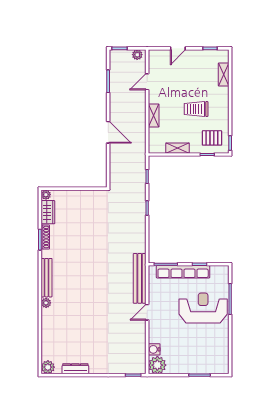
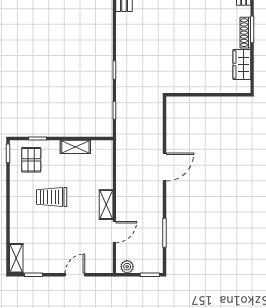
shelving: (224, 74) -> (16, 258), moved
trolley: (196, 109) -> (52, 197), turned 180
shelving: (154, 116) -> (106, 205), moved
door: (108, 132) -> (165, 167), swing flipped
pallet: (212, 138) -> (31, 160), turned 90
plant: (46, 195) -> (244, 87), removed

